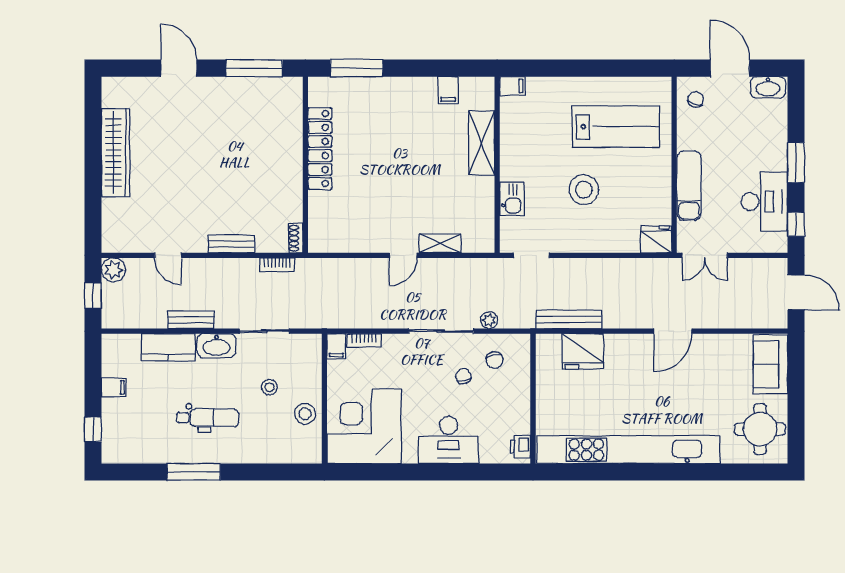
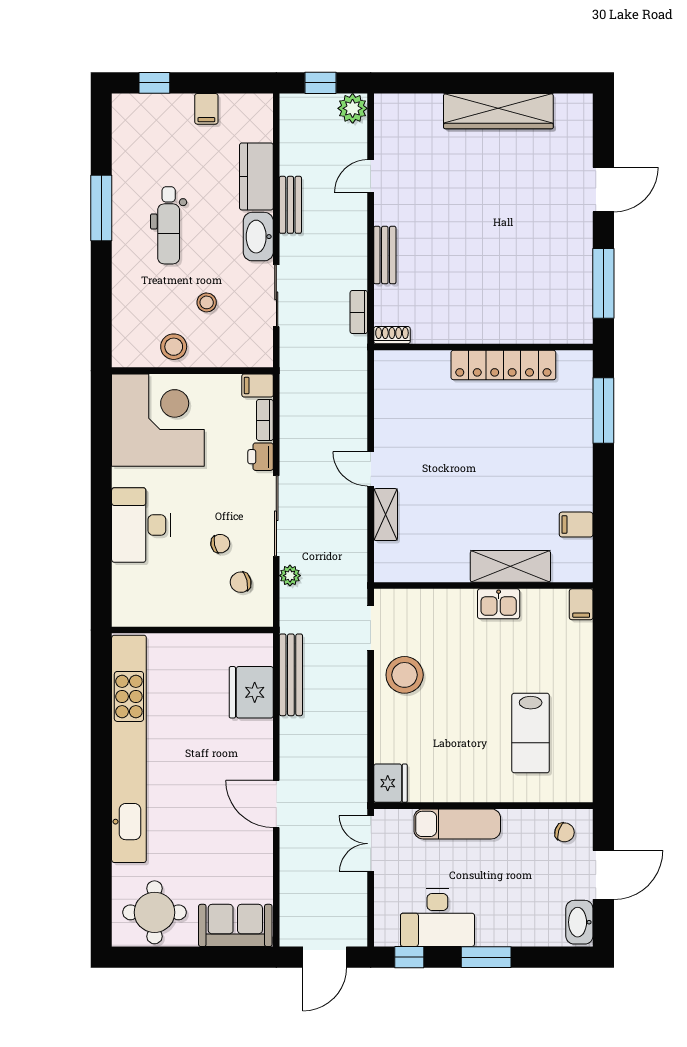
lab bench: (616, 127) -> (531, 733), width x0.73, depth x0.72
stool: (584, 190) -> (405, 675), moved
kitchen sink: (512, 199) -> (499, 604), moved
printer: (520, 446) -> (261, 457), moved, turned -90

